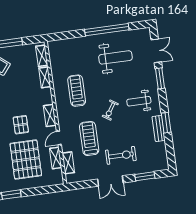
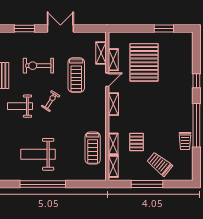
treadmill: (77, 91) -> (93, 148), moved
weight bench: (139, 101) -> (20, 106), turned 180
pallet: (21, 125) -> (136, 142), moved
exercise bike: (121, 155) -> (38, 66), moved

